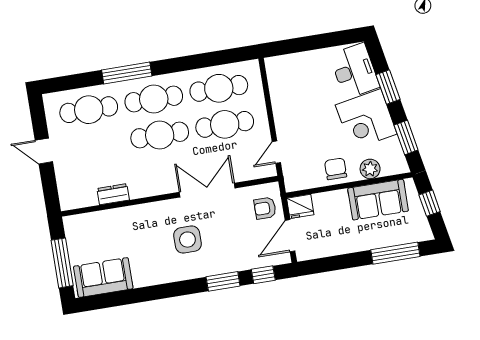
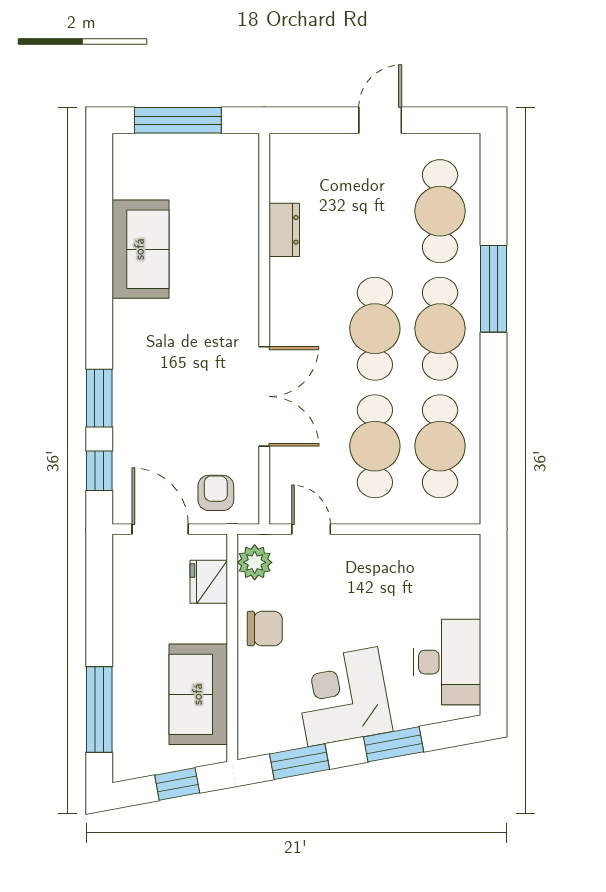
desk: (354, 71) -> (447, 662), moved, turned -80
plant: (370, 169) -> (255, 562), moved
fridge: (300, 206) -> (209, 582), moved
side table: (187, 240) -> (183, 348), removed
sofa: (103, 277) -> (140, 249), moved

